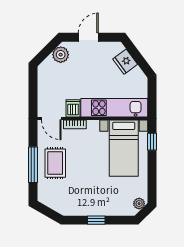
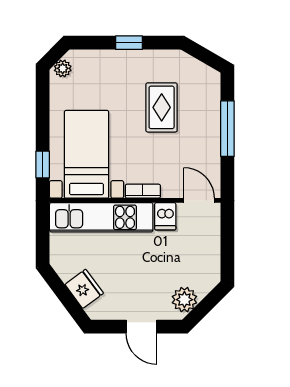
door: (88, 37) -> (141, 327), hinge flipped
bookcase: (75, 124) -> (143, 191), moved
rug: (55, 163) -> (162, 107), moved

